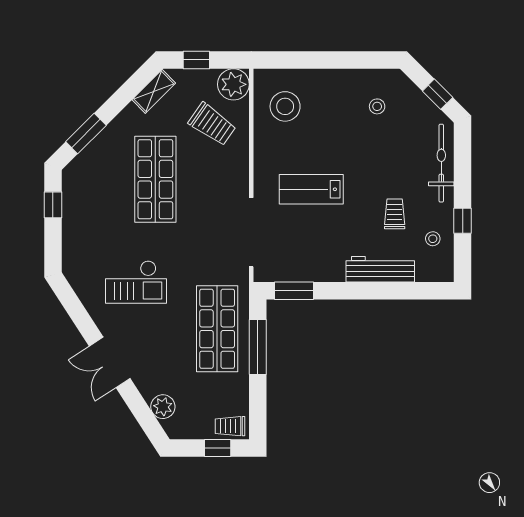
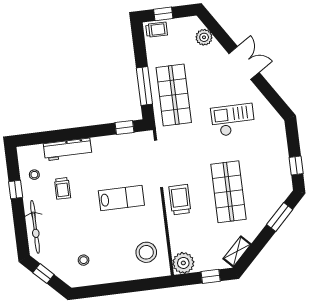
trolley: (212, 124) -> (180, 200), moved, turned 55
window: (294, 291) -> (125, 127), width x0.67

